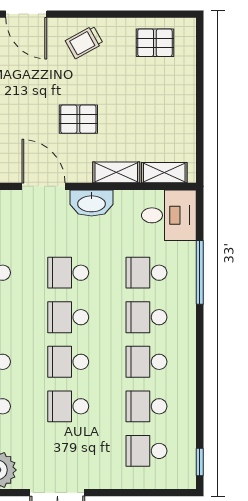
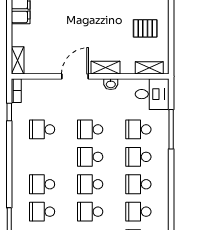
pallet: (78, 119) -> (145, 28), moved
shelving: (116, 172) -> (106, 68), moved
door: (43, 186) -> (75, 76), hinge flipped
washbasin: (92, 203) -> (111, 84), width x0.52, depth x0.69

